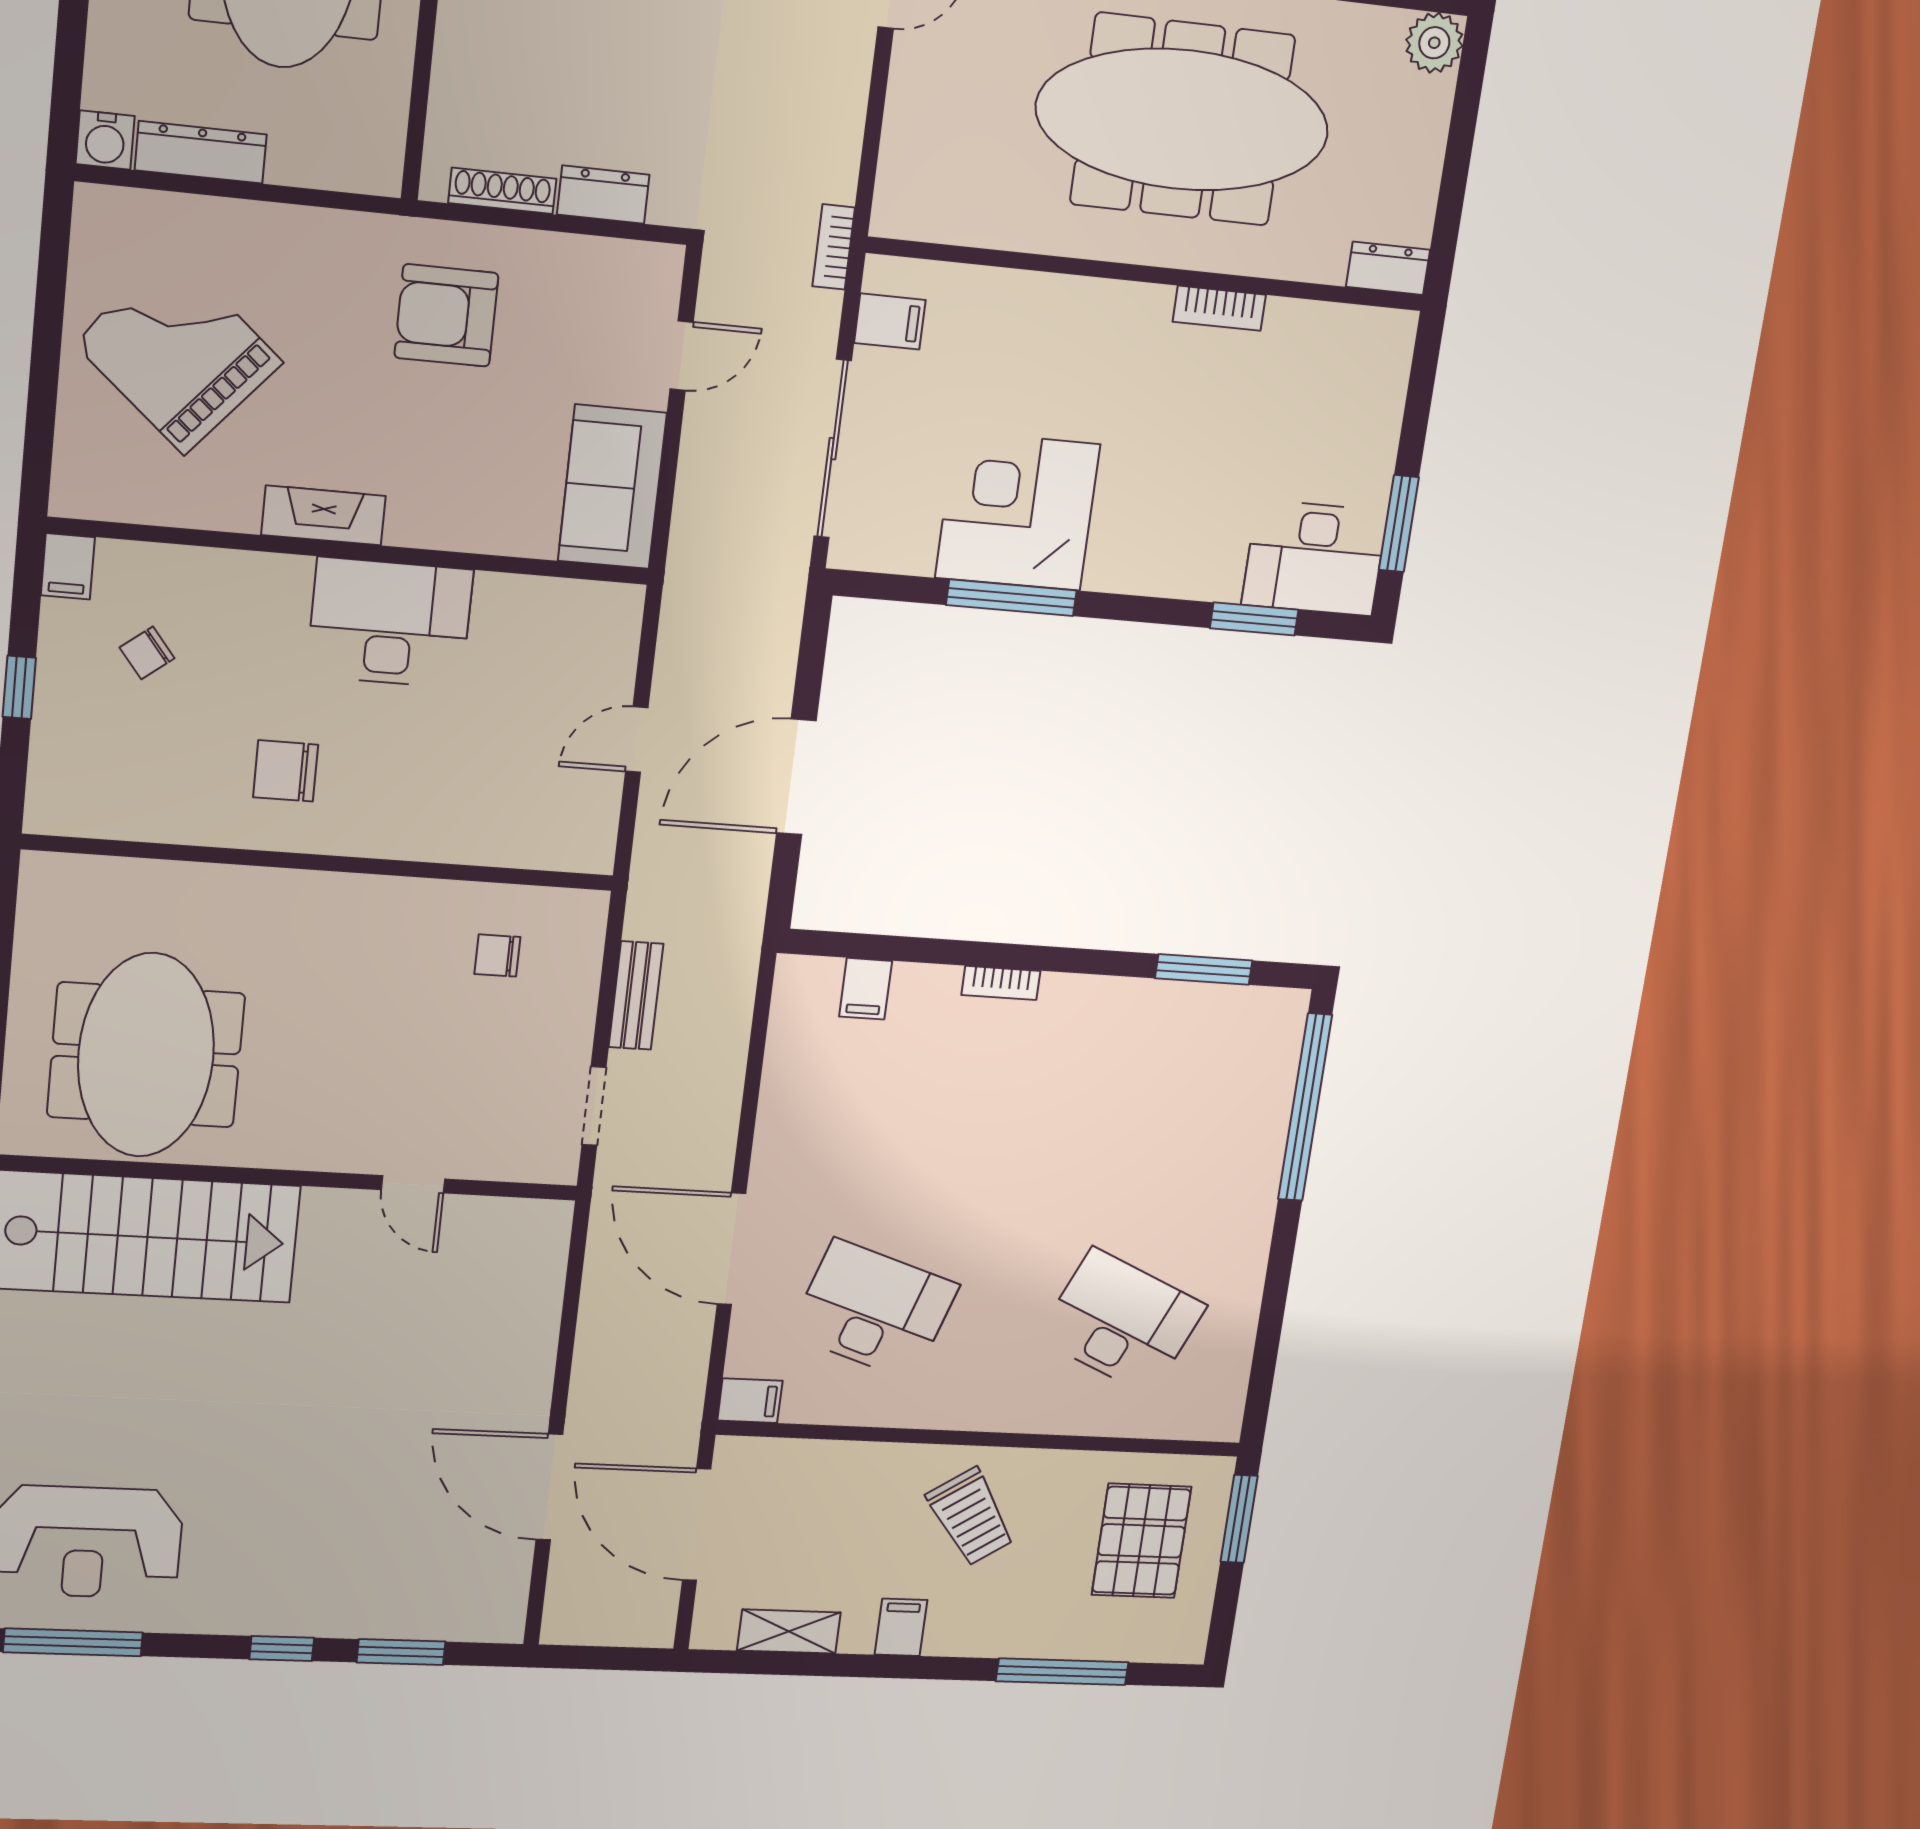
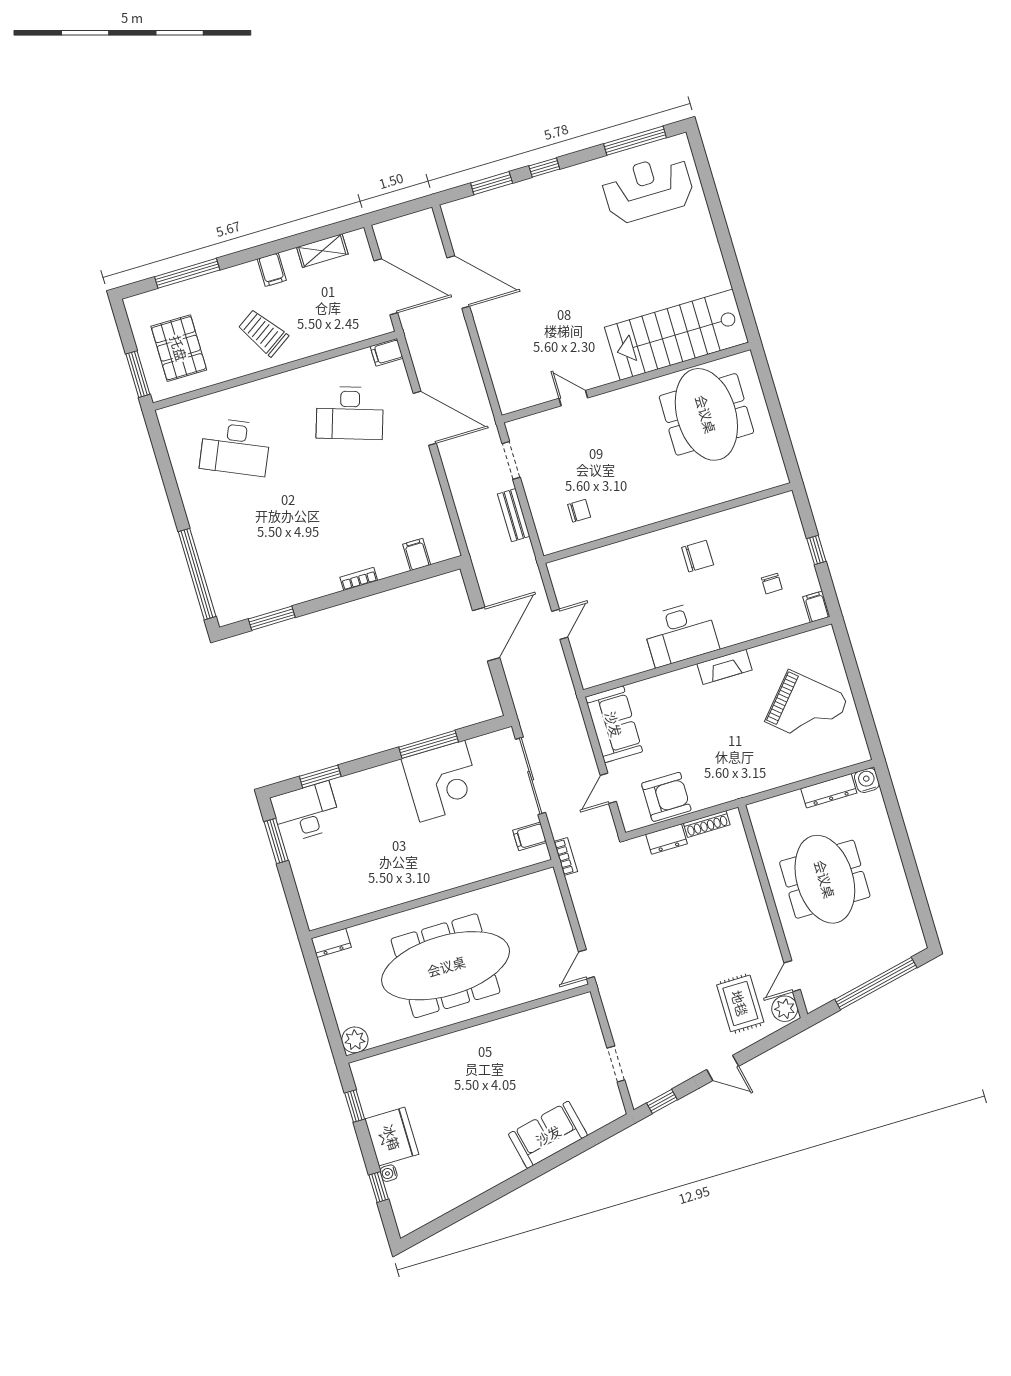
bookcase: (1219, 308) -> (395, 898), removed
armchair: (446, 315) -> (666, 797), moved
chair: (147, 653) -> (772, 584), turned 128

